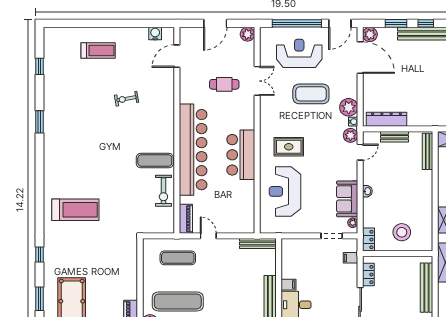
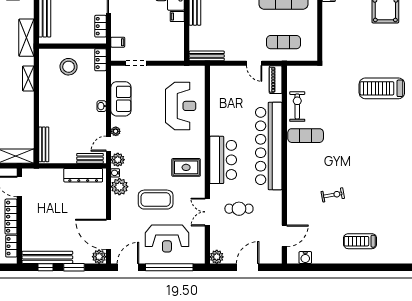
bench: (394, 137) -> (90, 158), moved
rug: (289, 147) -> (186, 167), moved
bar counter: (241, 155) -> (223, 160), moved
plant: (353, 223) -> (116, 131), moved

